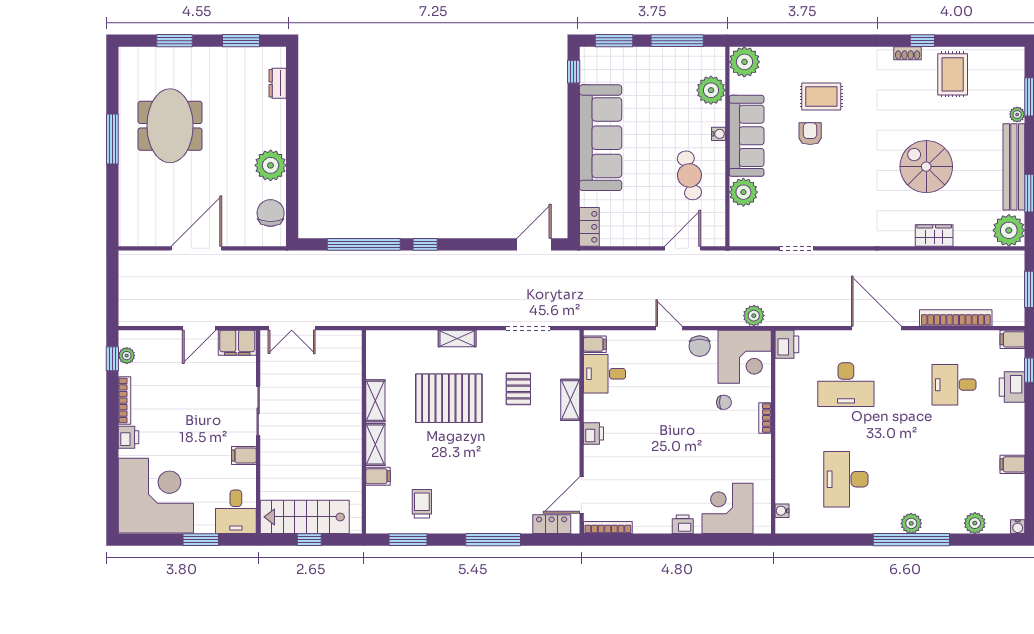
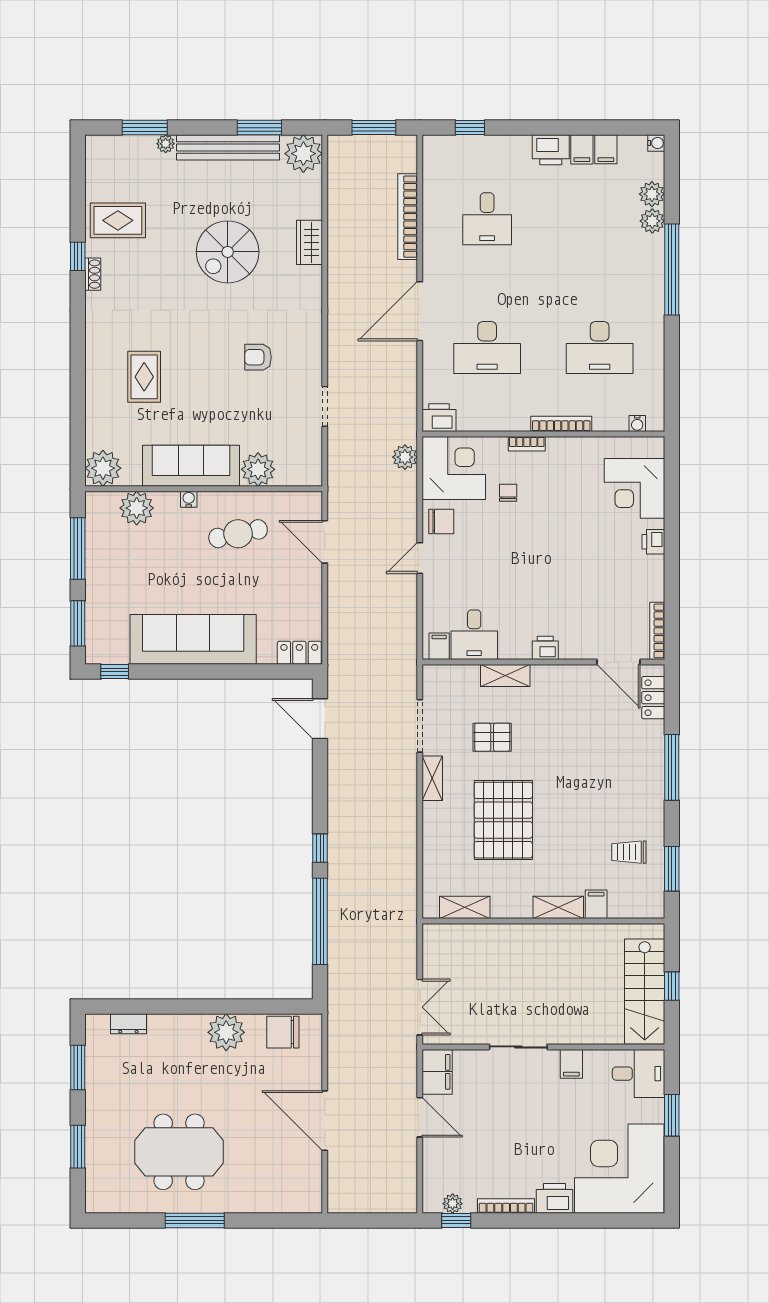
armchair: (810, 134) -> (258, 357), moved
shelving: (457, 339) -> (432, 778), moved
filing cabinet: (1012, 339) -> (606, 149), moved
desk: (846, 385) -> (487, 347), turned 90
printer: (1012, 387) -> (551, 150), moved
shelving: (375, 401) -> (465, 907), moved
printer: (129, 437) -> (555, 1198), width x1.36, depth x1.24
bookcase: (782, 447) -> (561, 424), added
plant: (911, 523) -> (652, 221), moved

